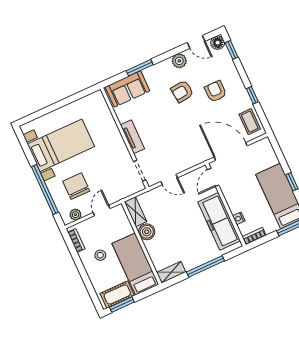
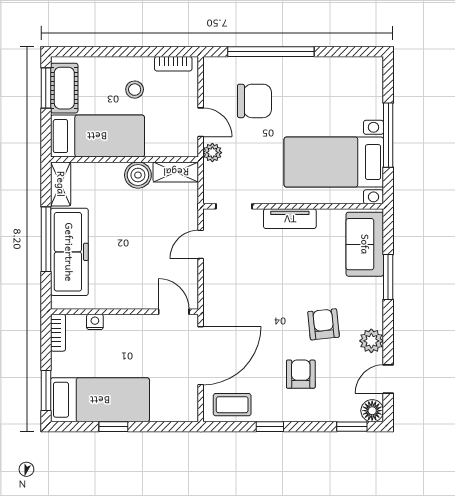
armchair: (215, 91) -> (301, 374), turned -90
window: (61, 104) -> (388, 135), added
bed with nightstands: (61, 145) -> (334, 162), moved, turned 90
plant: (75, 215) -> (212, 153), moved
freezer: (219, 221) -> (69, 252), moved, turned 90

